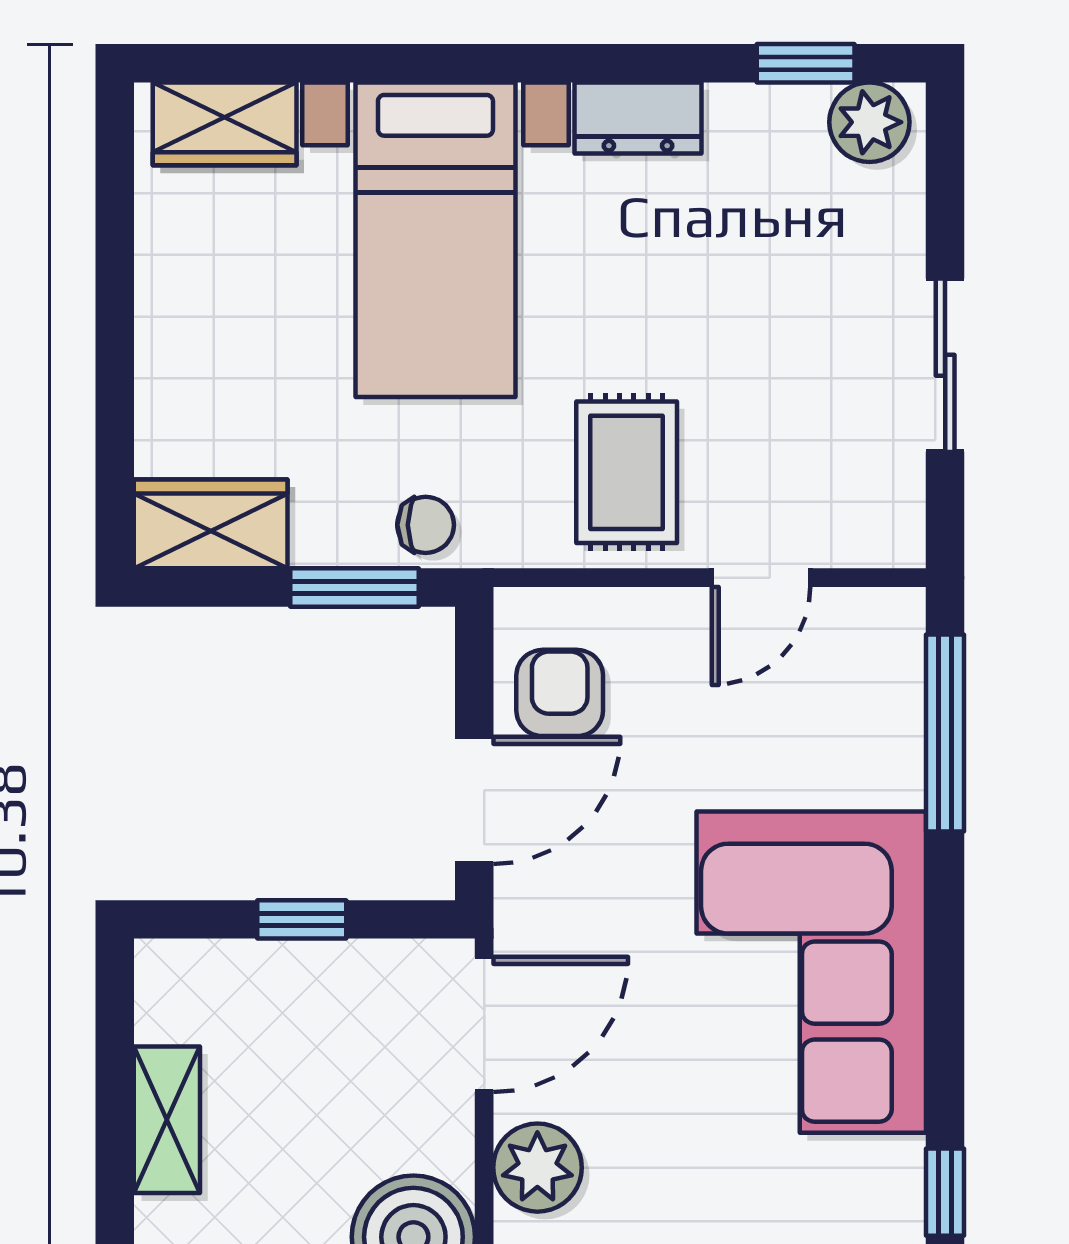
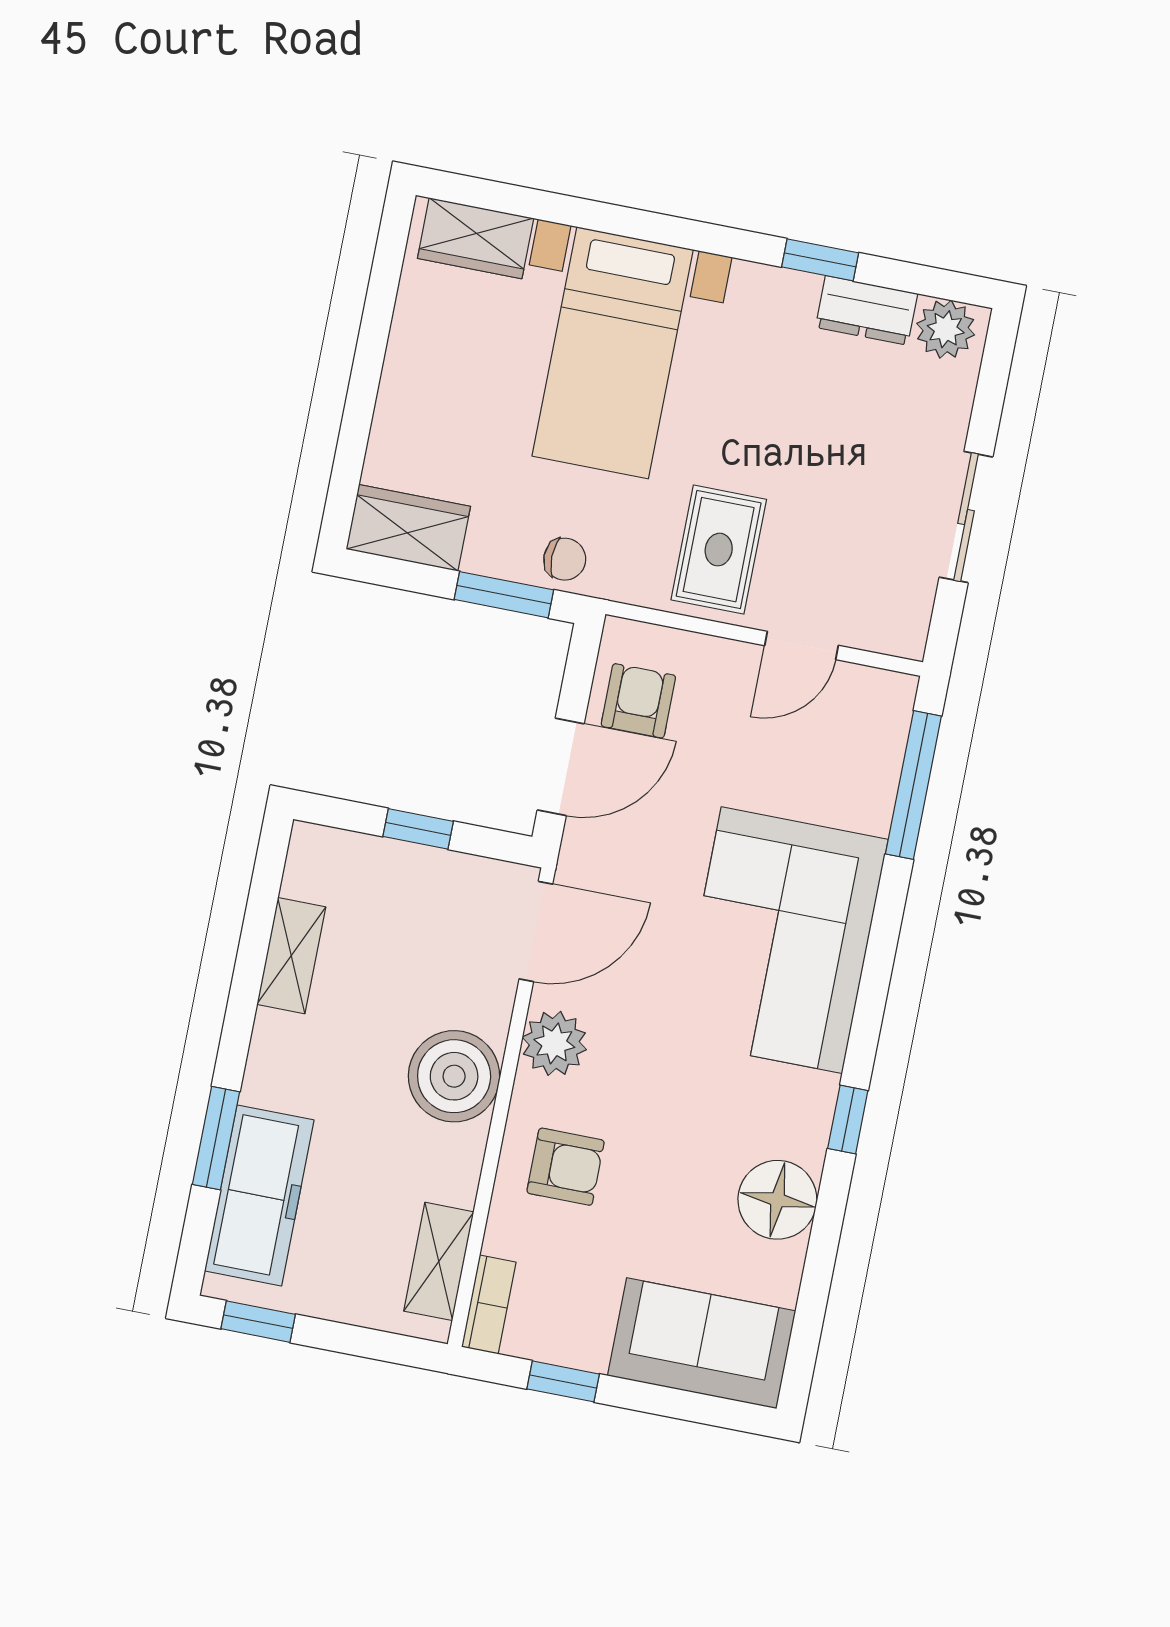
window: (806, 63) -> (820, 260), moved
dresser: (638, 118) -> (867, 310), moved

